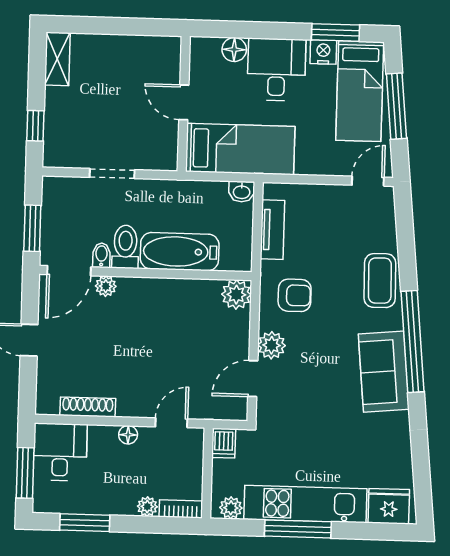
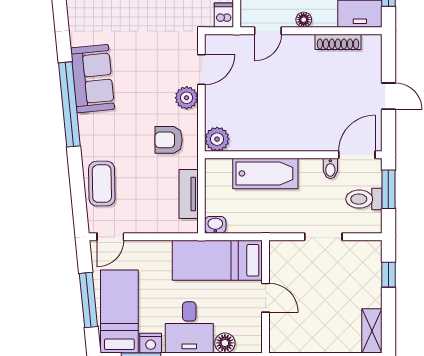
toilet: (125, 247) -> (364, 199), moved, turned 90
coffee table: (380, 281) -> (102, 184), moved
plant: (106, 286) -> (326, 143), removed

